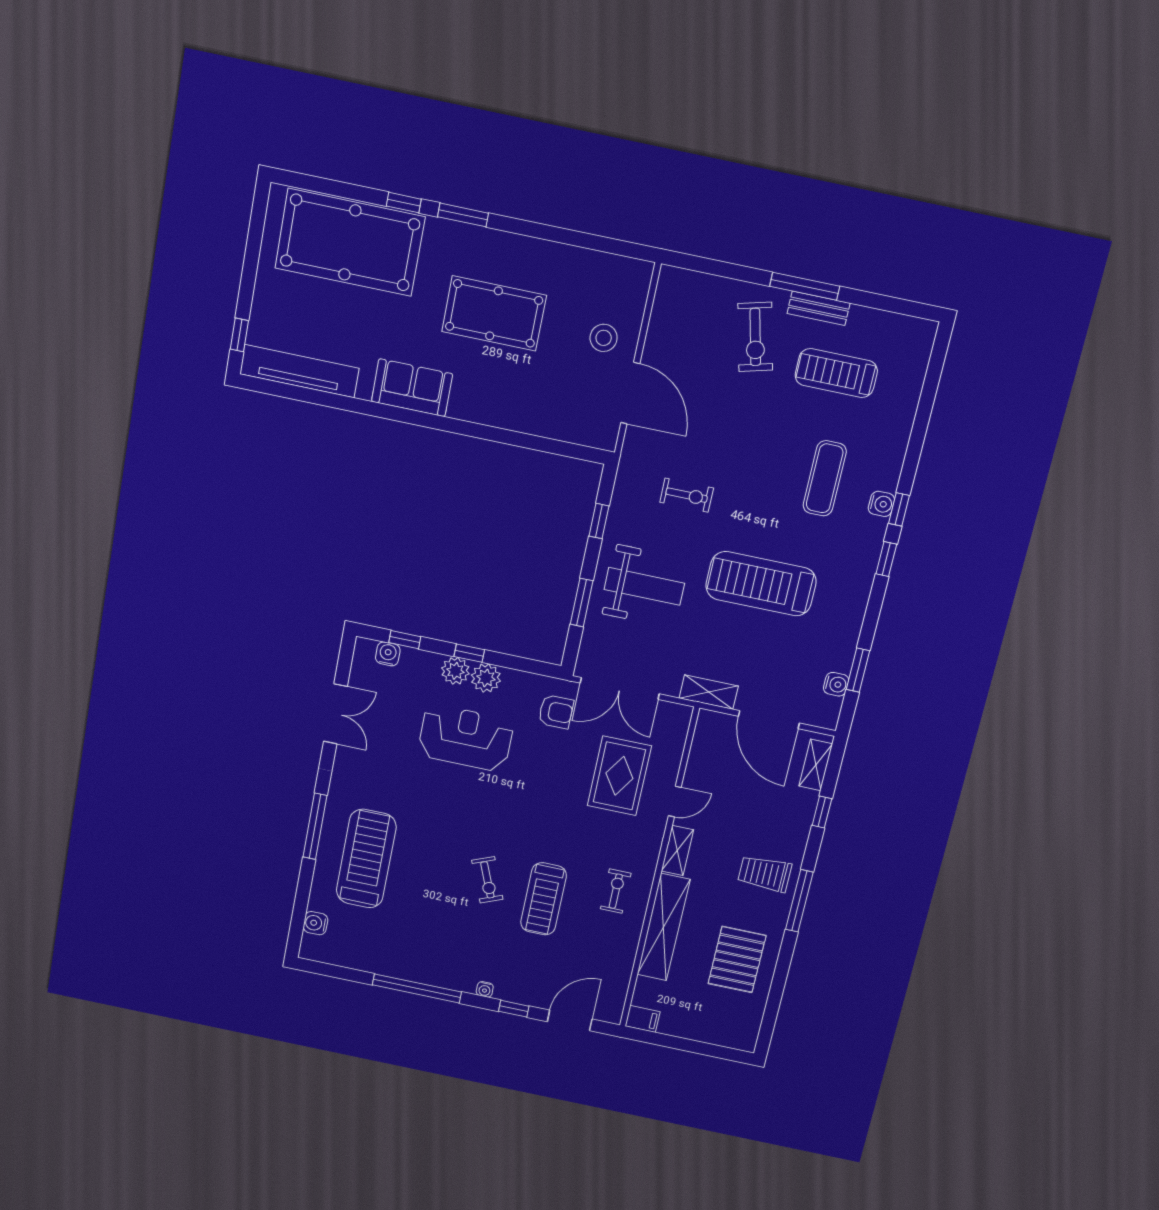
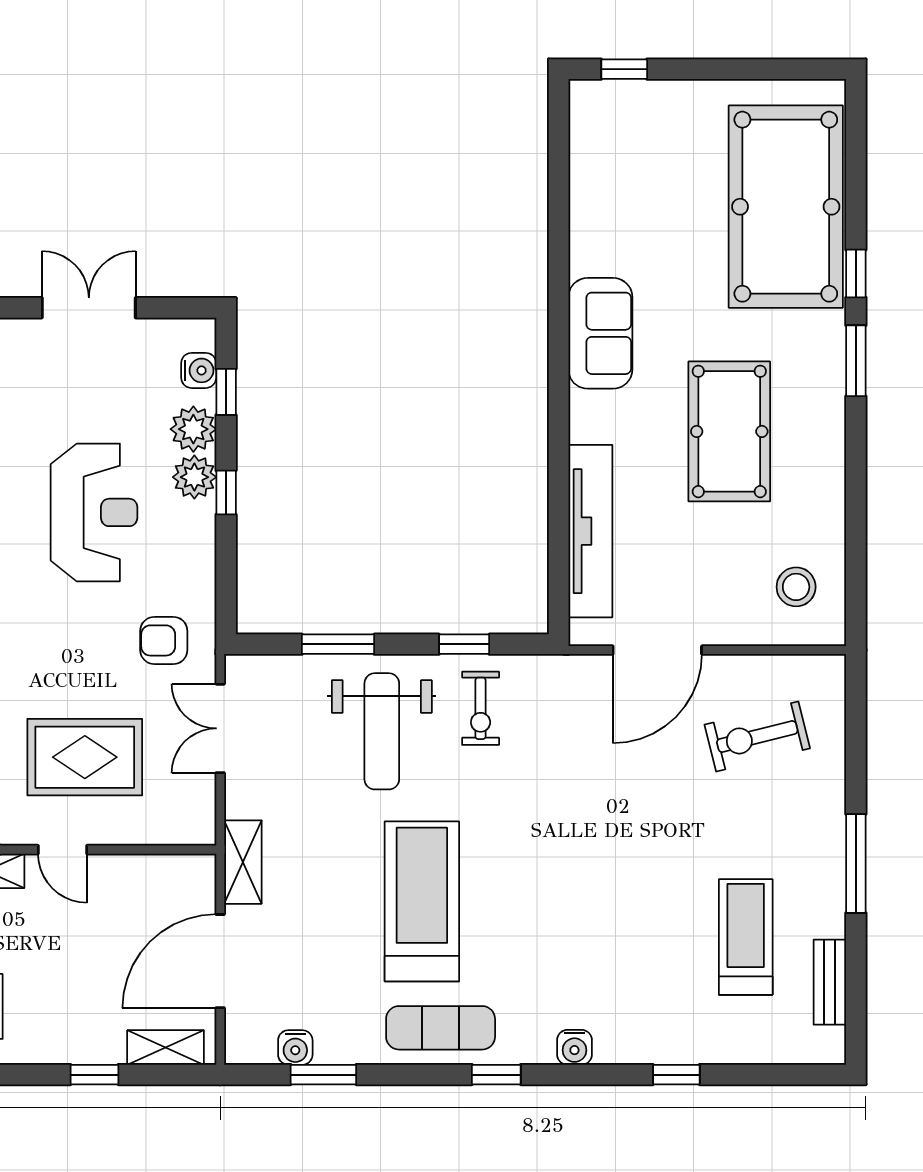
bench: (819, 308) -> (830, 982), moved
exercise bike: (755, 337) -> (757, 737), moved
stool: (604, 338) -> (796, 587), moved
tv unit: (299, 371) -> (590, 531), moved
exercise mat: (825, 478) -> (441, 1028), moved
exercise bike: (687, 495) -> (481, 708), moved
window: (899, 509) -> (676, 1075), moved
plant: (486, 678) -> (193, 429), moved
double door: (620, 688) -> (220, 728), width x0.73
armchair: (556, 712) -> (164, 640), turned 90
double door: (335, 714) -> (89, 308), swing flipped

